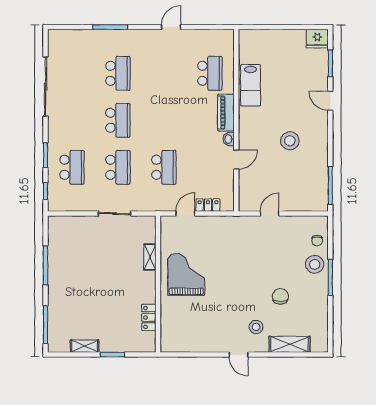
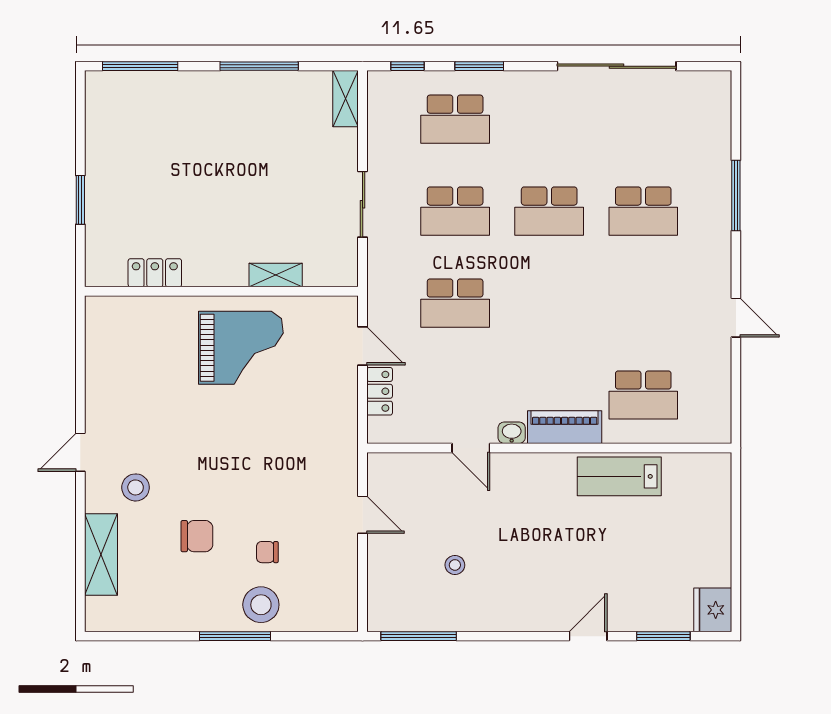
stool: (290, 141) -> (455, 565), moved, width x0.53, depth x0.53
chair: (317, 241) -> (267, 552), moved
shelving: (85, 346) -> (346, 99), moved

